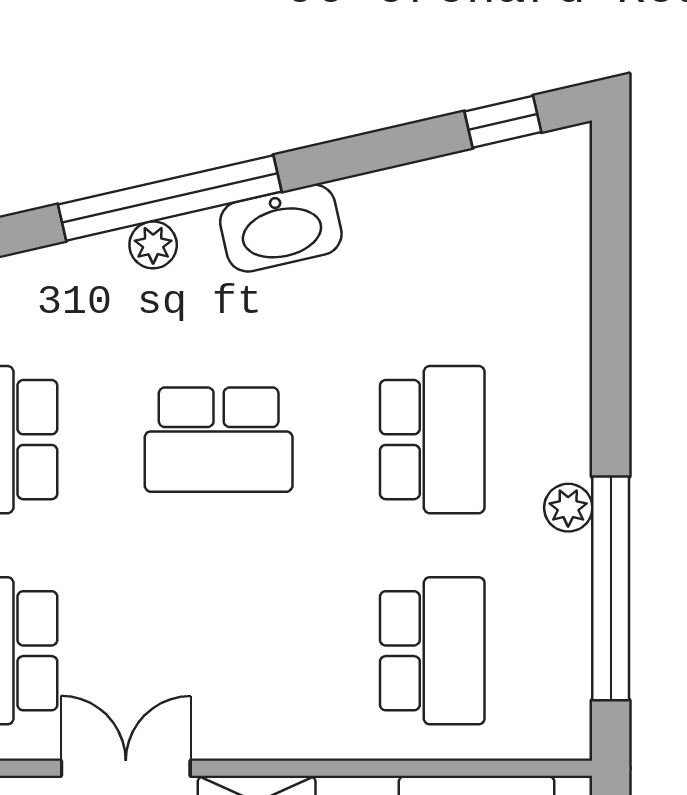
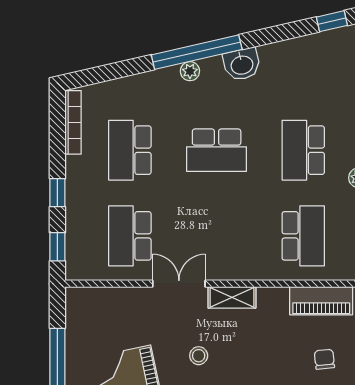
washbasin: (281, 228) -> (242, 64), width x0.72
school desk: (432, 440) -> (303, 150), turned 180

